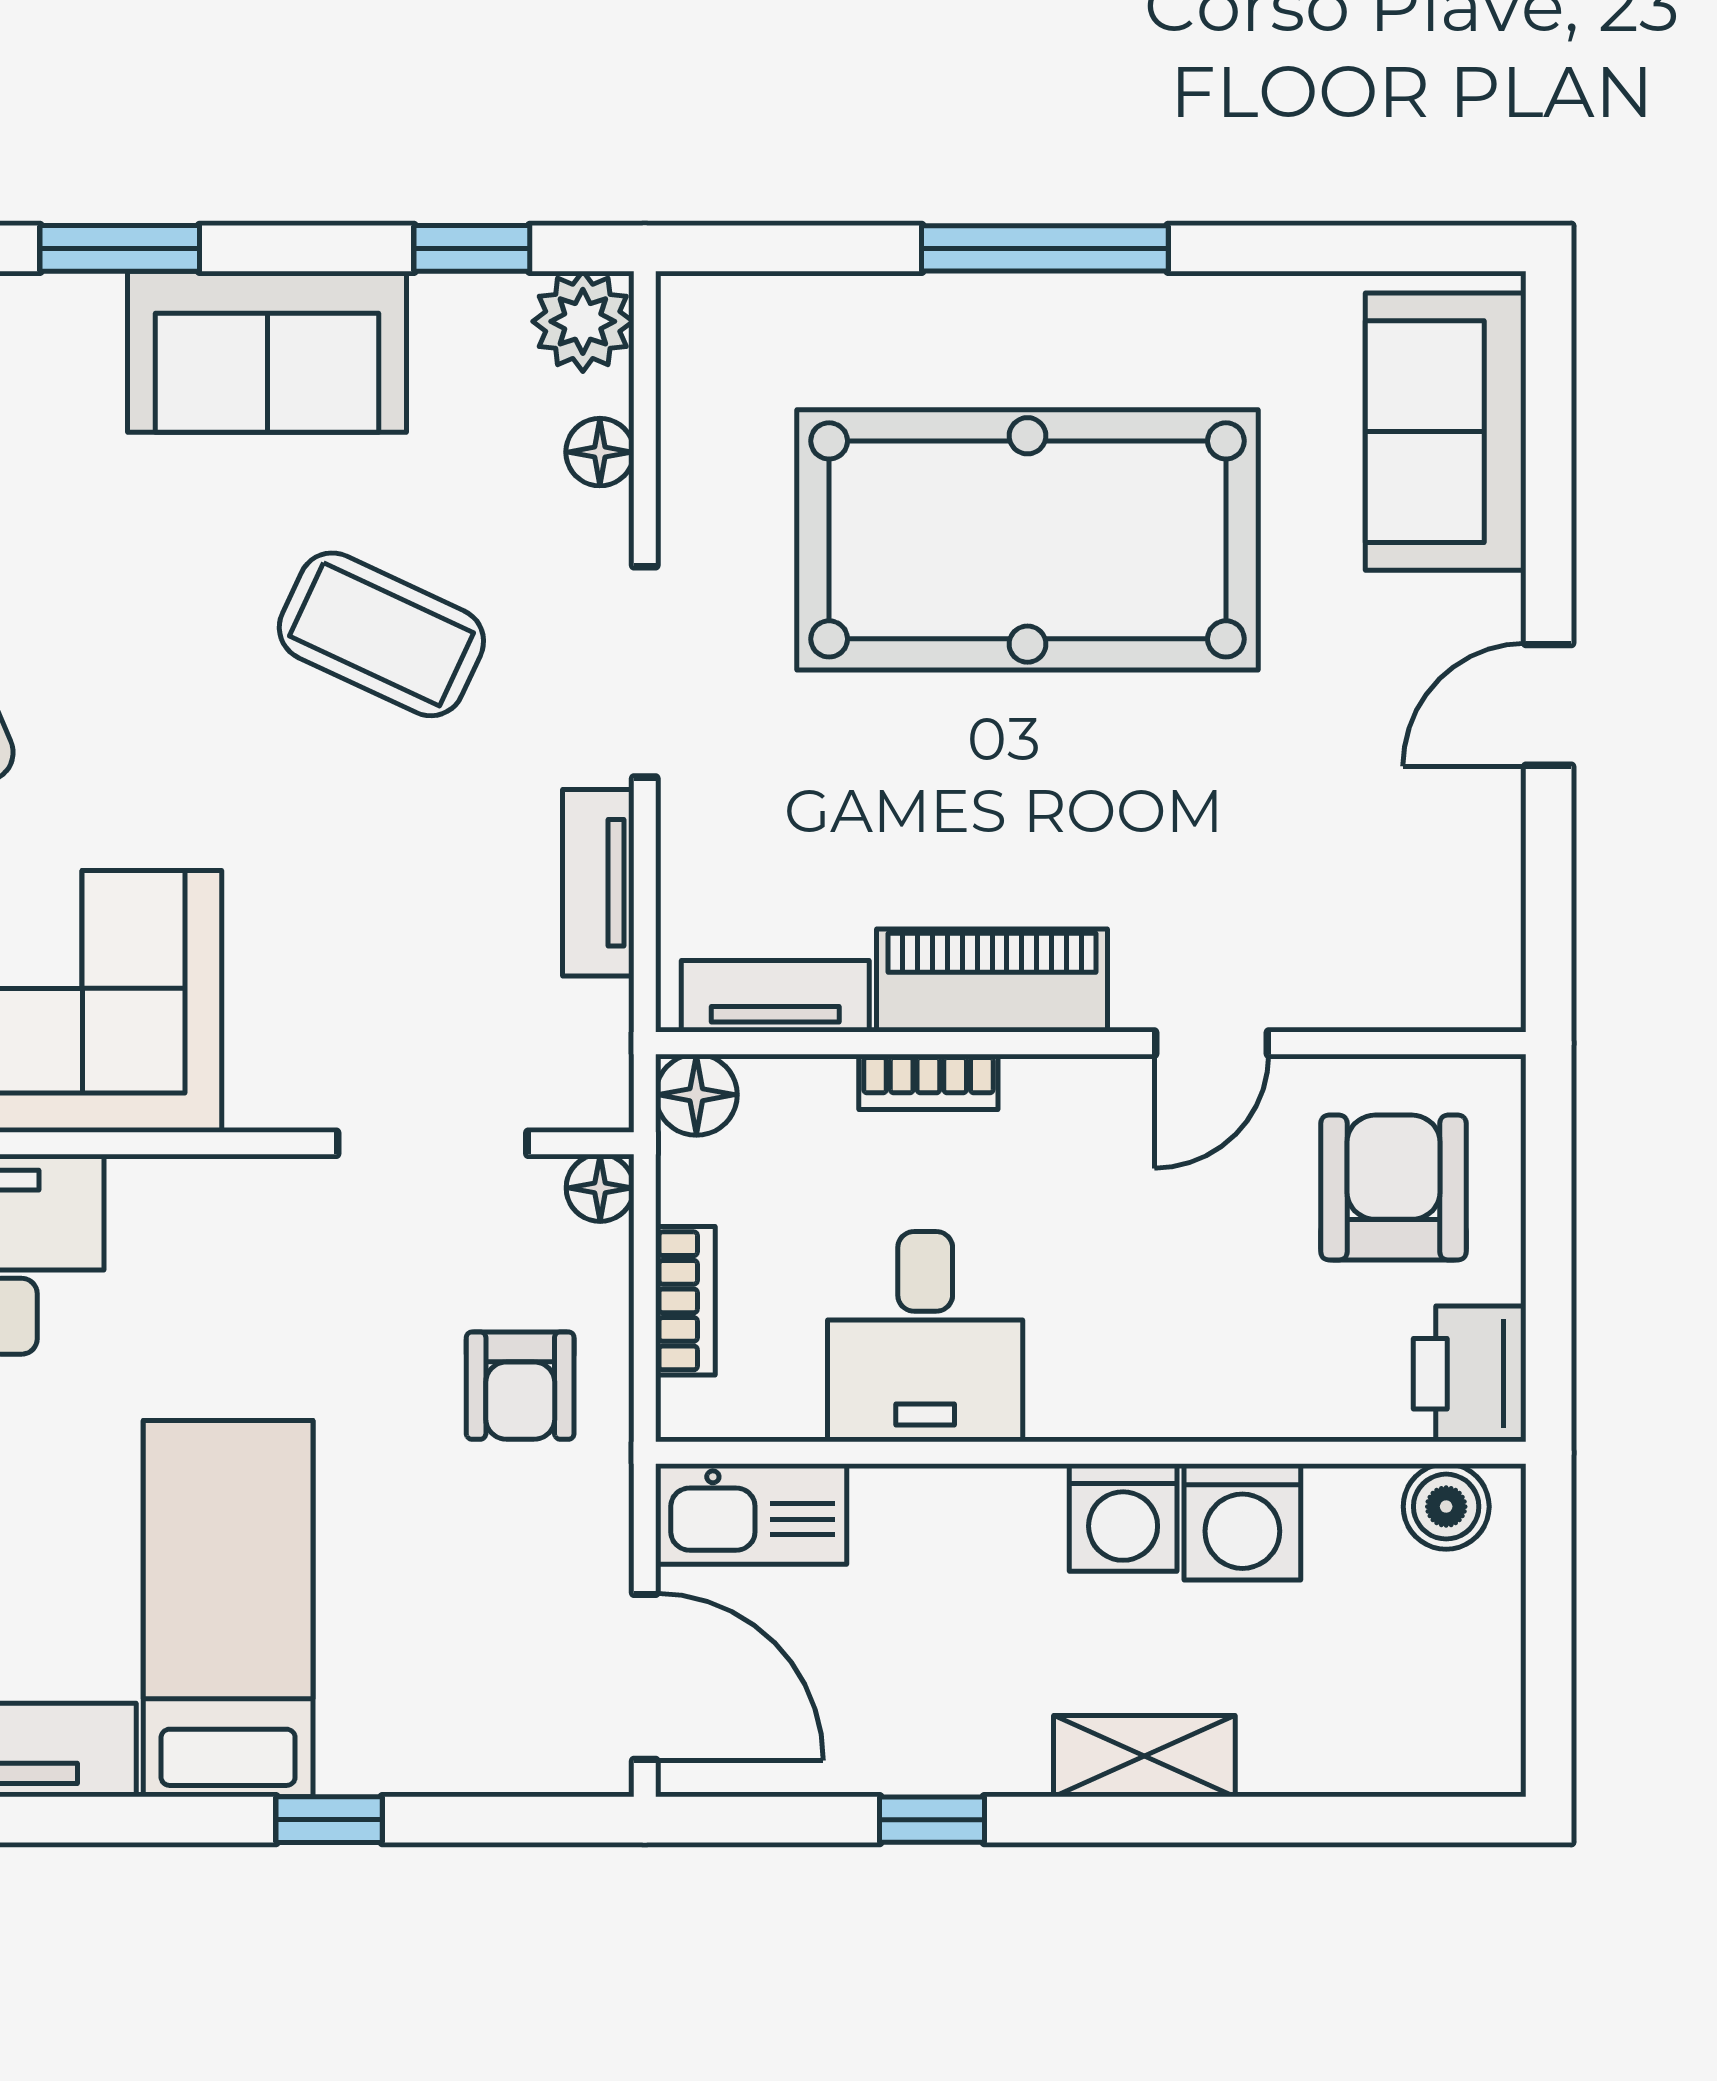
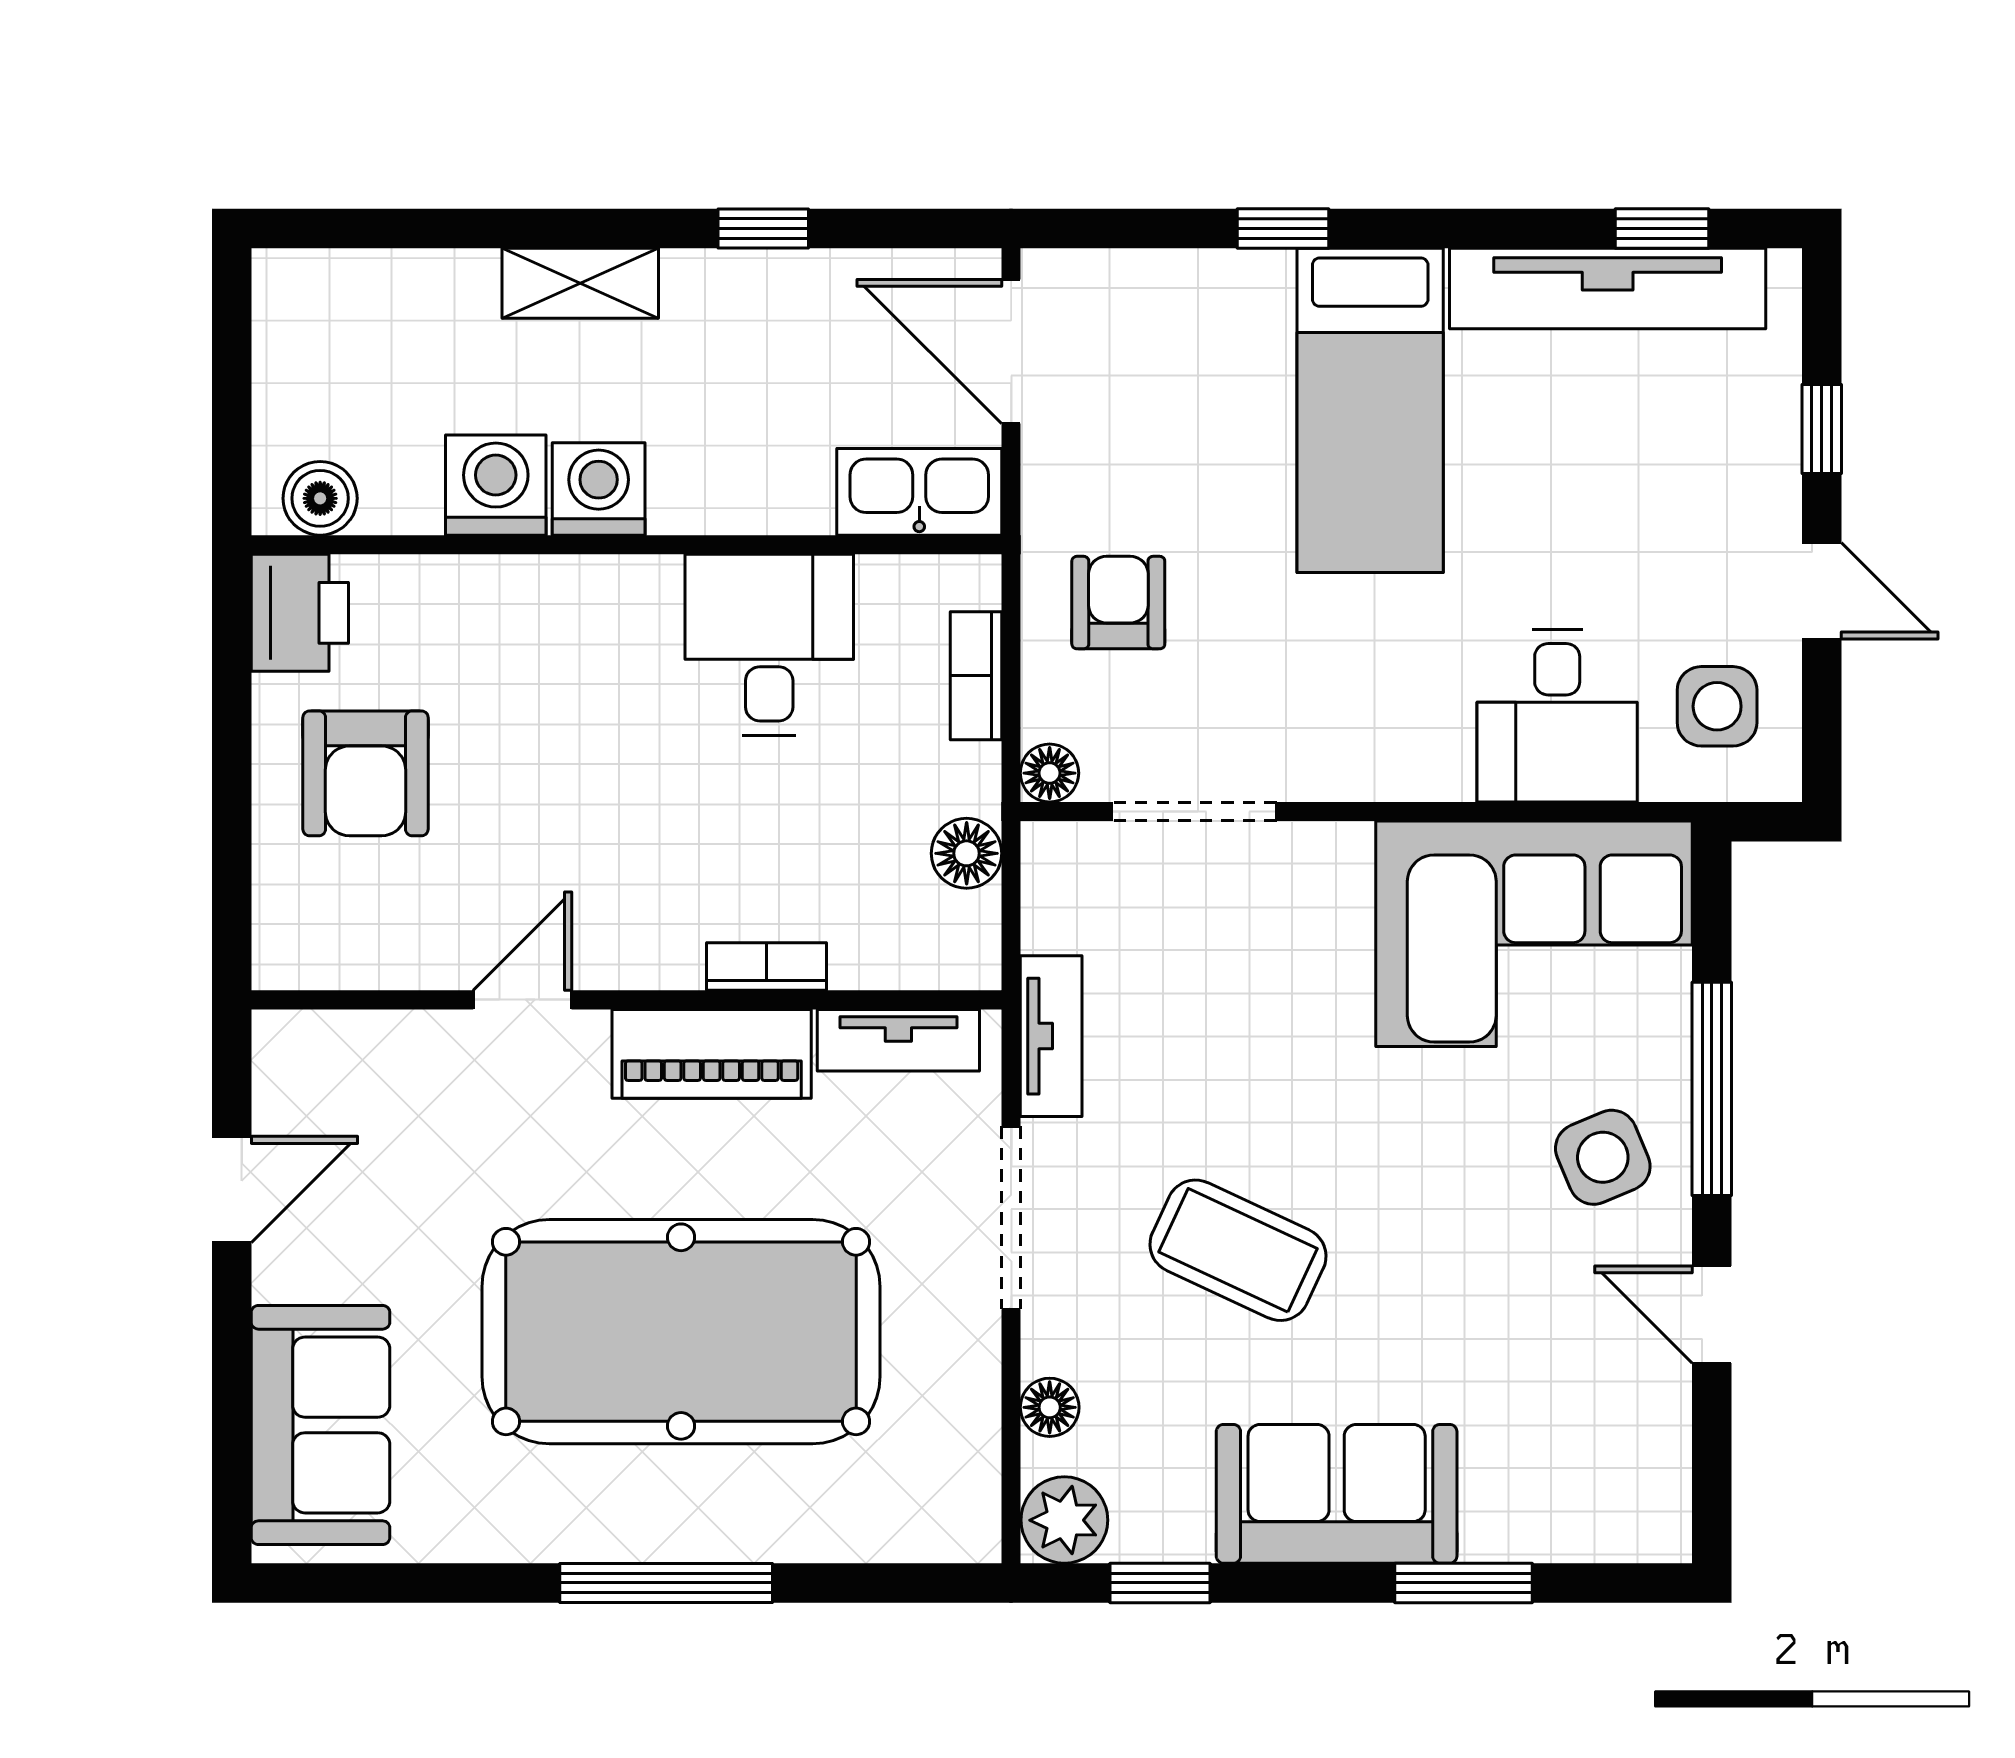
piano: (992, 981) -> (712, 1054), moved
tv unit: (775, 996) -> (898, 1040), moved
wall: (1091, 1043) -> (626, 1000), moved
door: (1211, 1043) -> (522, 1000), moved
bookcase: (928, 1082) -> (766, 966), moved

